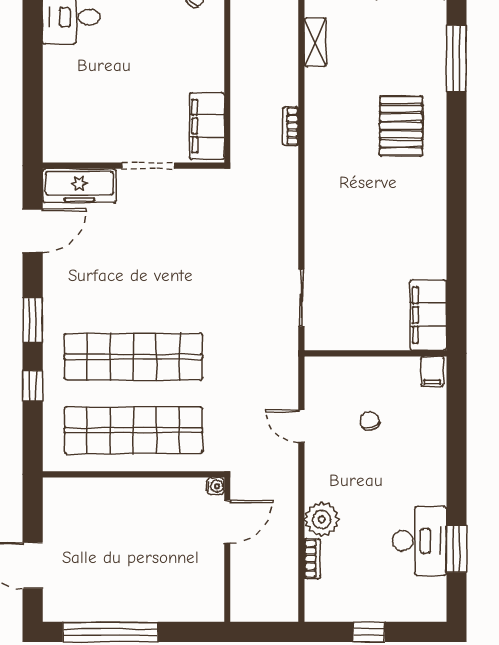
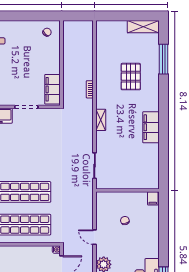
shelving: (315, 42) -> (101, 120), moved
pallet: (401, 126) -> (131, 77), moved
filing cabinet: (428, 315) -> (151, 127), moved
door: (301, 426) -> (95, 237), moved

